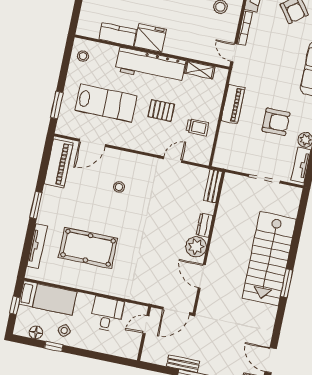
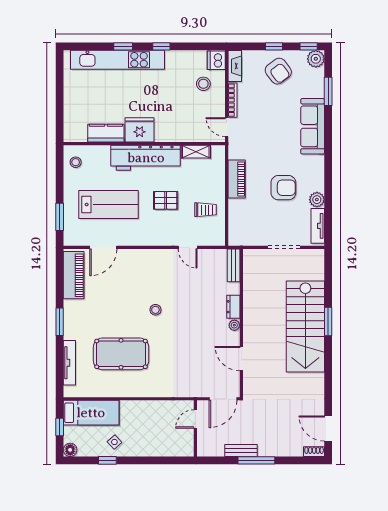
door: (173, 160) -> (188, 247), swing flipped
stool: (119, 187) -> (155, 310), moved
plant: (196, 247) -> (234, 325), width x0.53, depth x0.53
window: (287, 283) -> (328, 322), moved
desk: (107, 314) -> (154, 417), removed
floor lamp: (36, 332) -> (70, 450), moved

